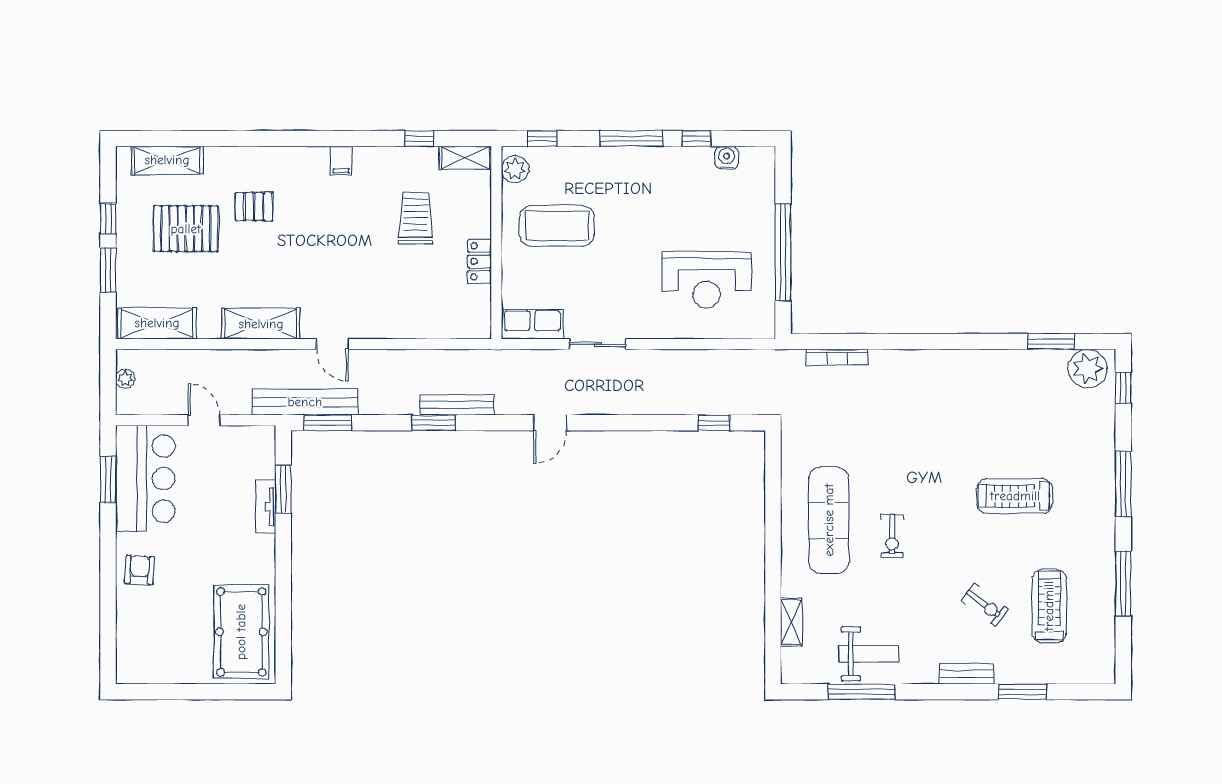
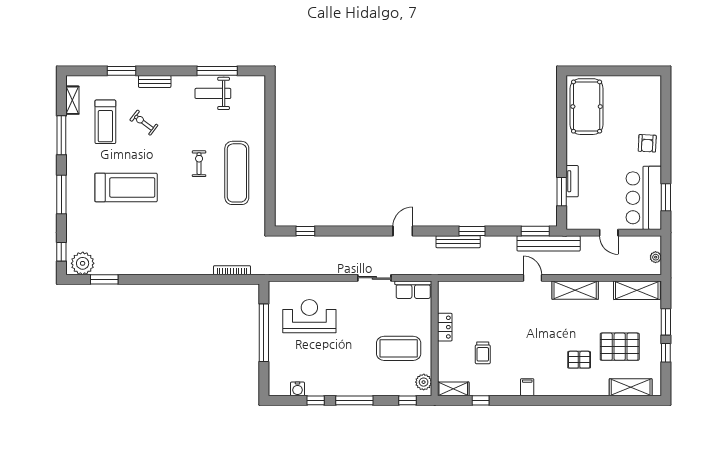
trolley: (416, 218) -> (483, 353), width x0.73, depth x0.72
treadmill: (1015, 496) -> (126, 187), width x1.37, depth x1.38
shelving: (791, 622) -> (72, 100), moved

